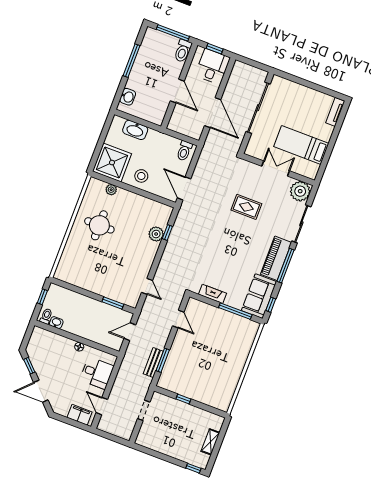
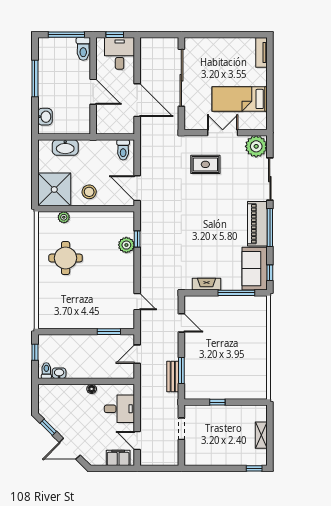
rug: (246, 207) -> (205, 164), moved

